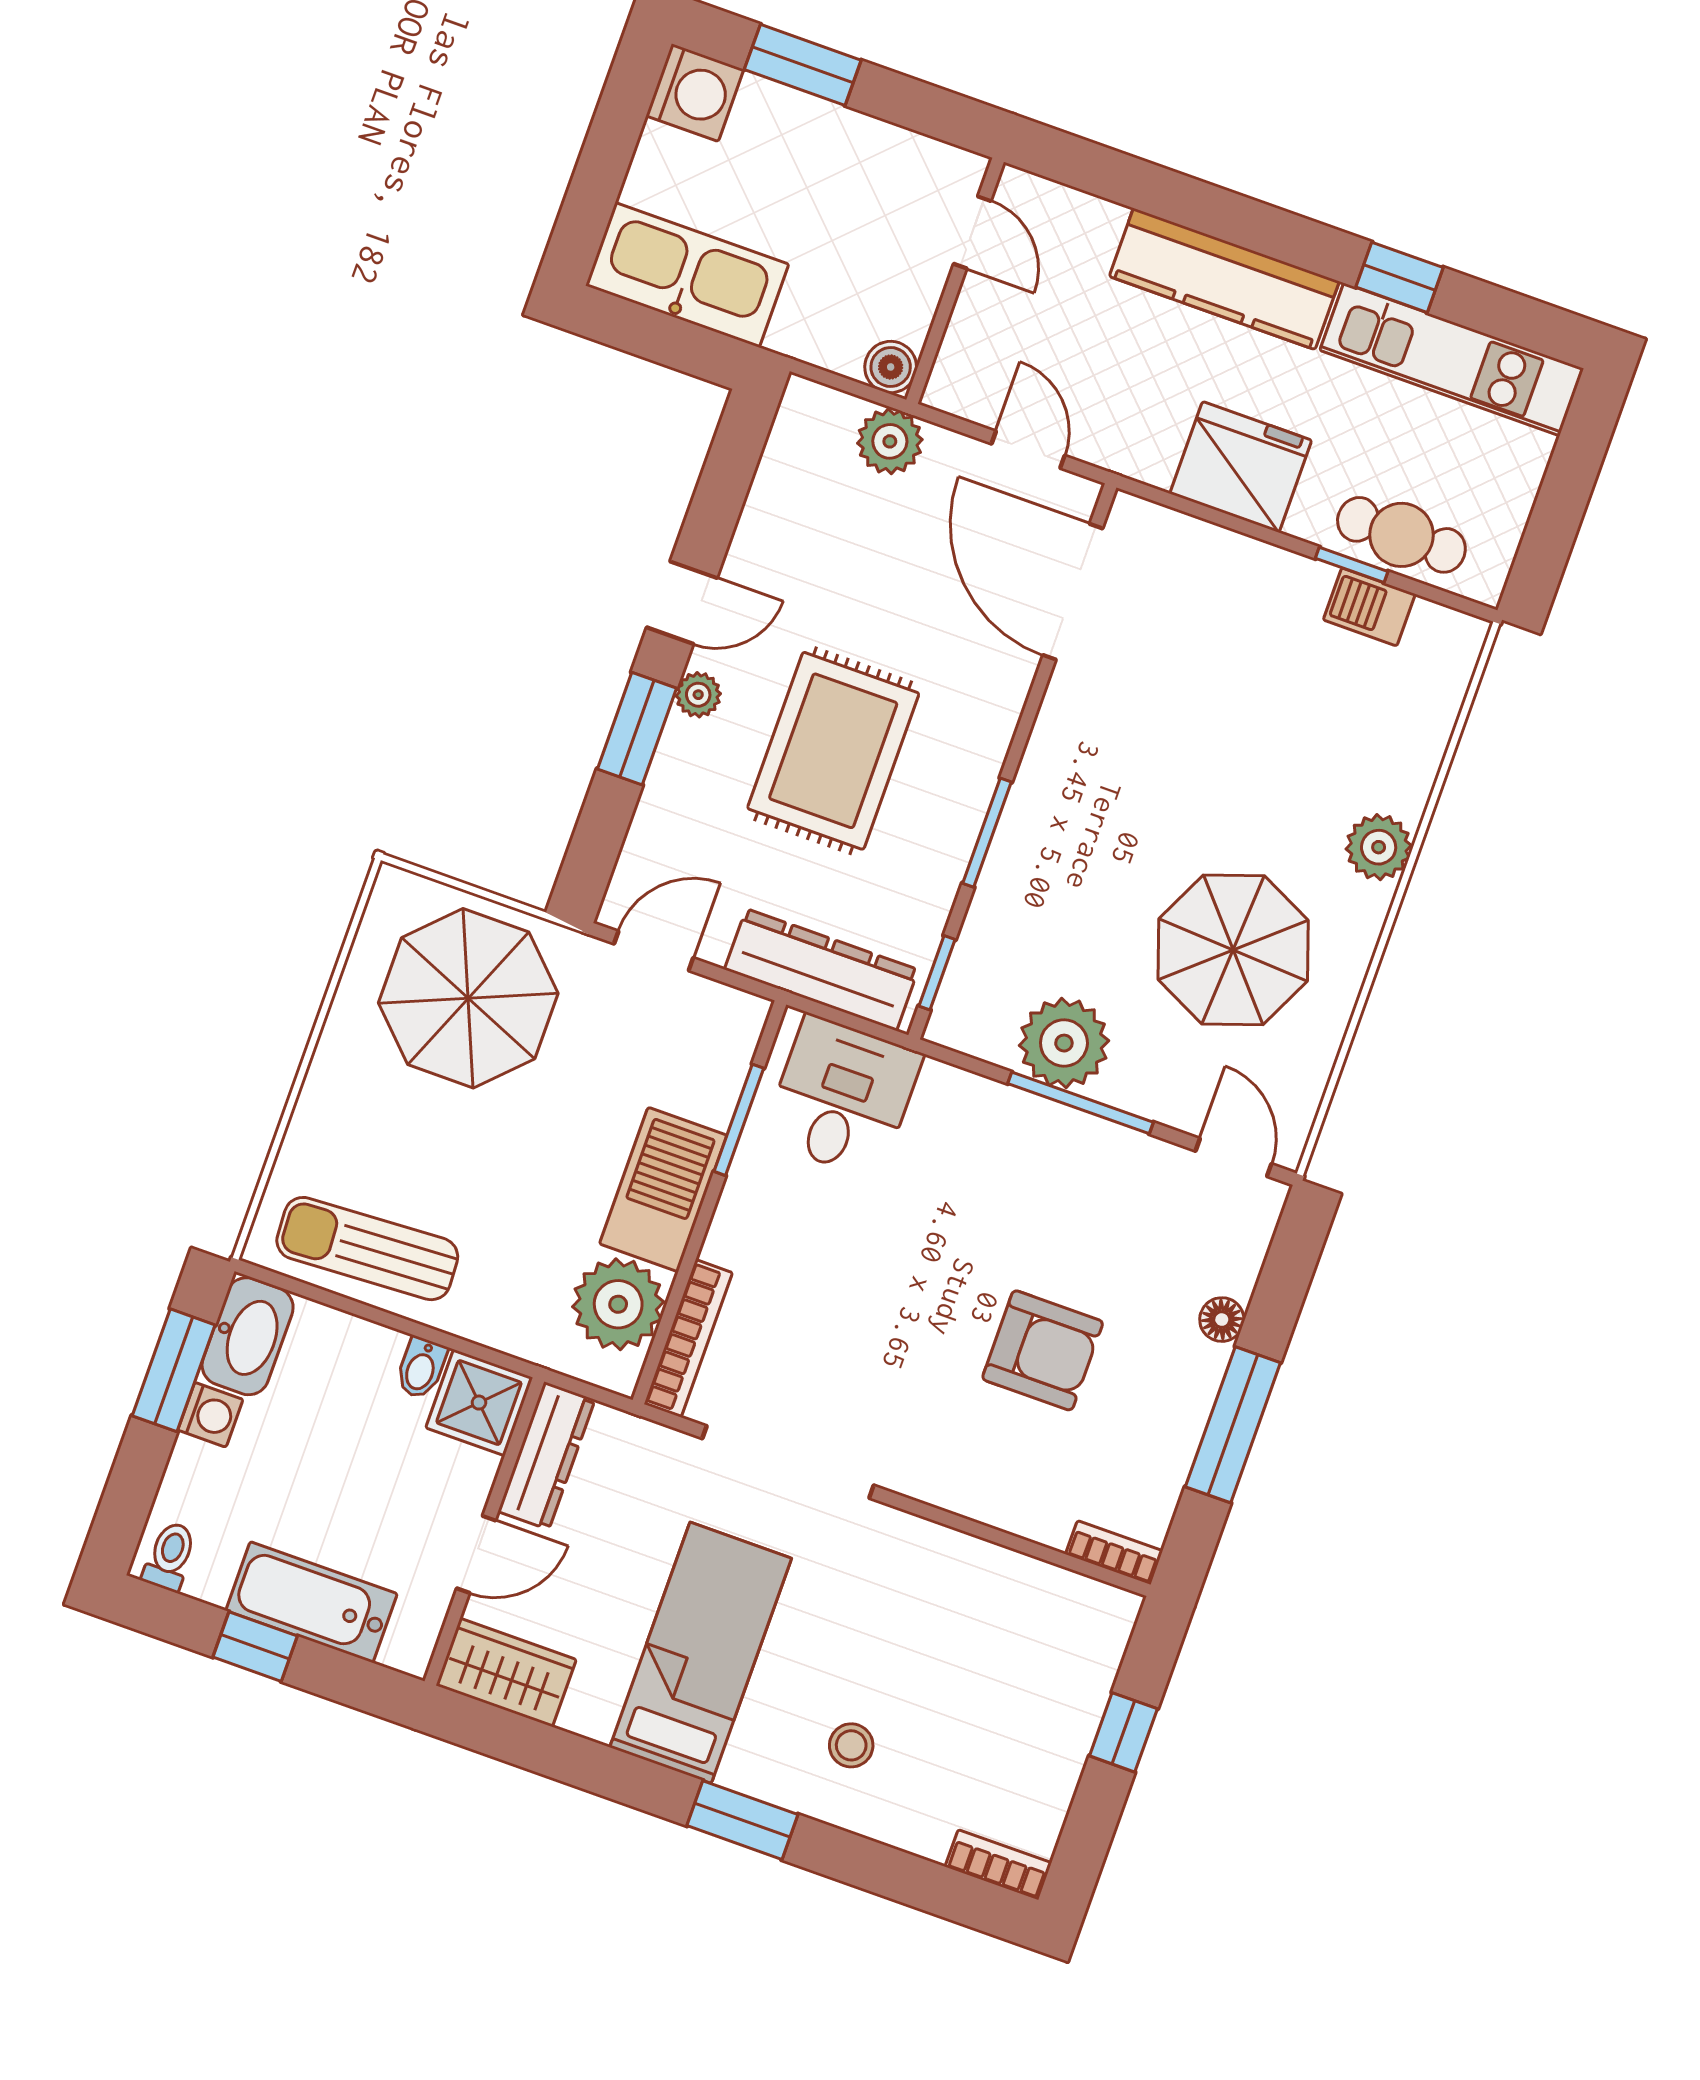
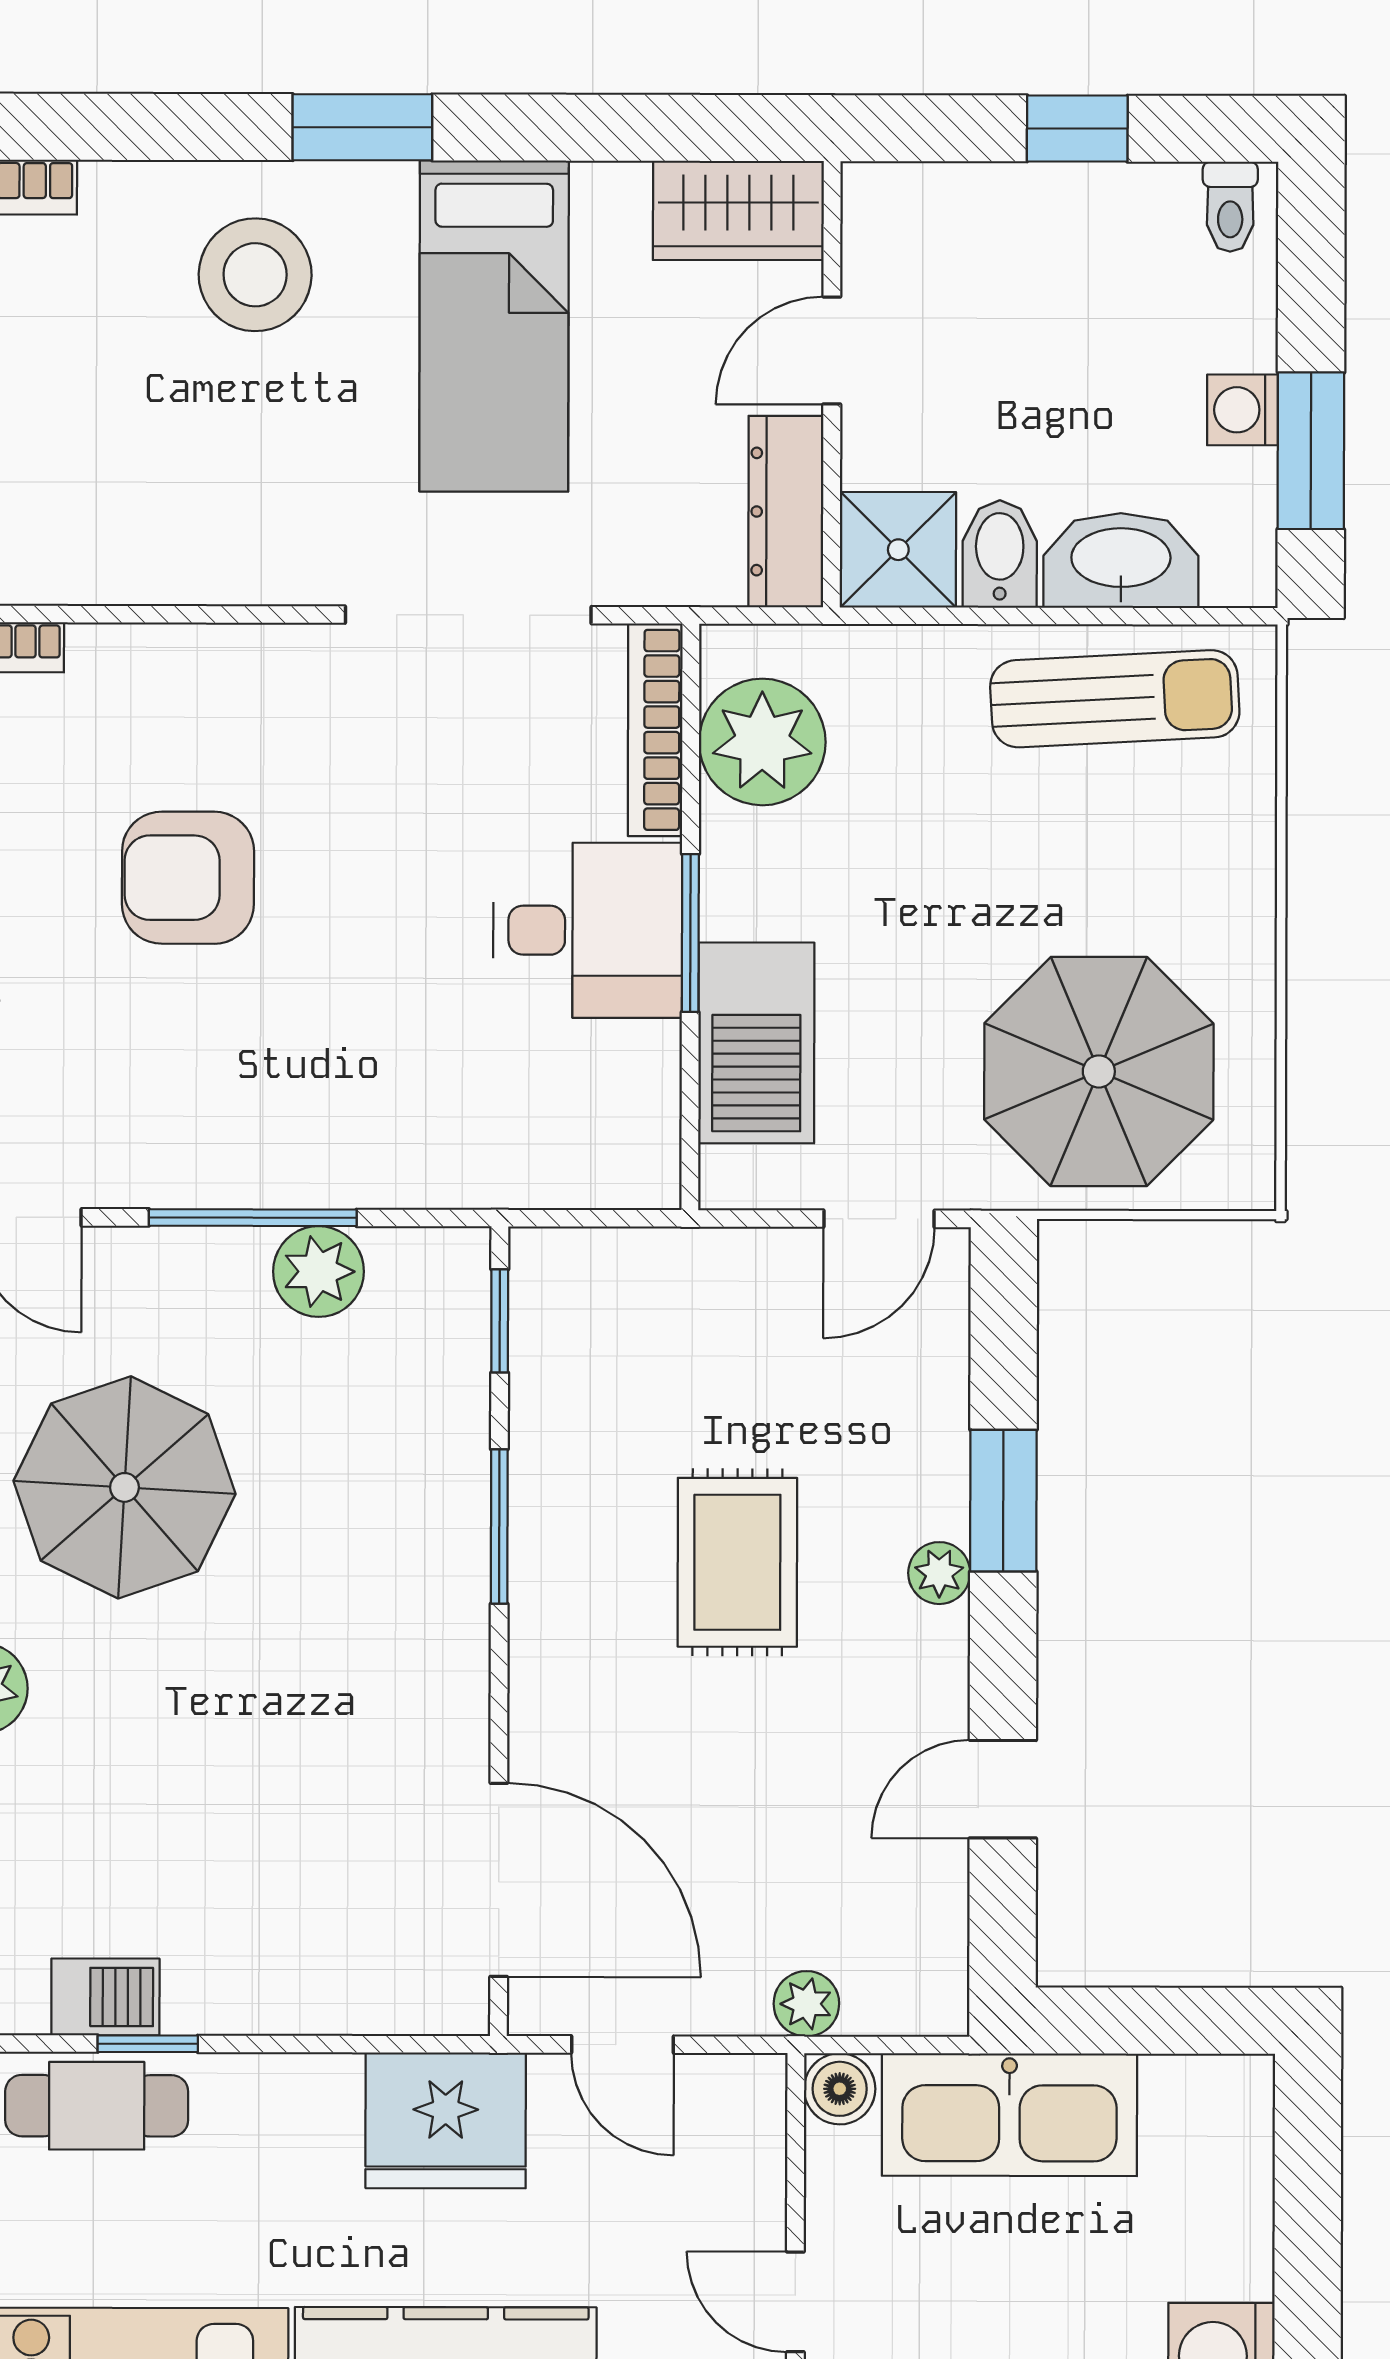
kitchen sink: (687, 275) -> (1009, 2115), moved
plant: (890, 441) -> (806, 2004), width x0.73, depth x0.73
fridge: (1241, 467) -> (446, 2120), moved
door: (682, 603) -> (1003, 1789), moved
rug: (833, 751) -> (737, 1562), width x0.73, depth x0.70
dresser: (821, 970) -> (652, 1272), removed
plant: (1064, 1043) -> (318, 1271), width x0.73, depth x0.73
desk: (843, 1097) -> (588, 930), moved, turned -90
window: (739, 1120) -> (690, 933), moved
barbecue: (663, 1189) -> (756, 1043), moved
washbasin: (248, 1336) -> (1121, 560), moved, turned 90
bidet: (421, 1368) -> (1000, 554), width x1.38, depth x1.36
bathtub: (312, 1602) -> (1024, 212), removed
stool: (851, 1745) -> (255, 275), width x1.89, depth x1.89

